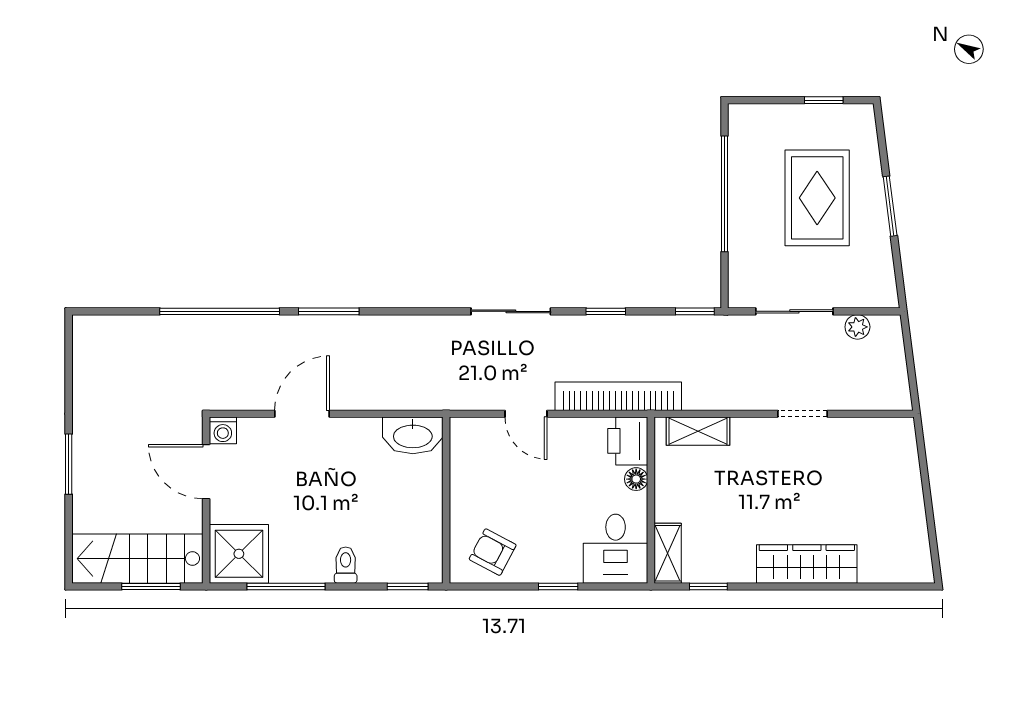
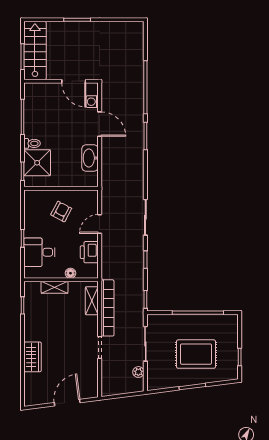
bookcase: (618, 396) -> (107, 308), moved
washing machine: (223, 430) -> (92, 102), moved
washbasin: (413, 435) -> (90, 158), moved
printer: (628, 441) -> (89, 252), moved, turned -90
door: (206, 472) -> (74, 81), swing flipped
door: (926, 486) -> (67, 403), added
desk: (616, 549) -> (39, 252), moved
armchair: (493, 552) -> (61, 211), moved
shelving: (668, 553) -> (55, 287), moved
shower: (239, 554) -> (37, 163), moved
wardrobe: (807, 564) -> (33, 357), width x0.67

